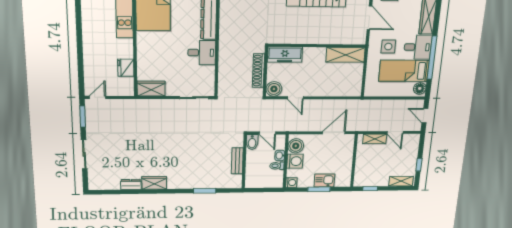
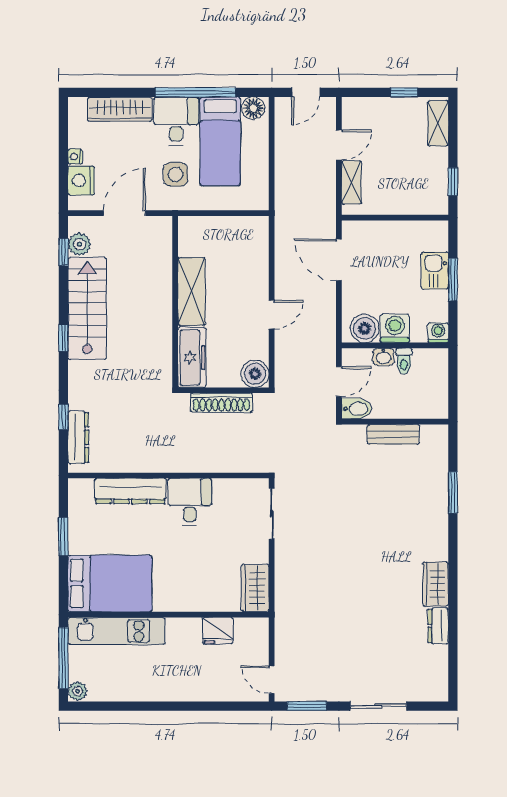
shelving: (346, 55) -> (192, 291), moved
door: (295, 98) -> (272, 315), moved

